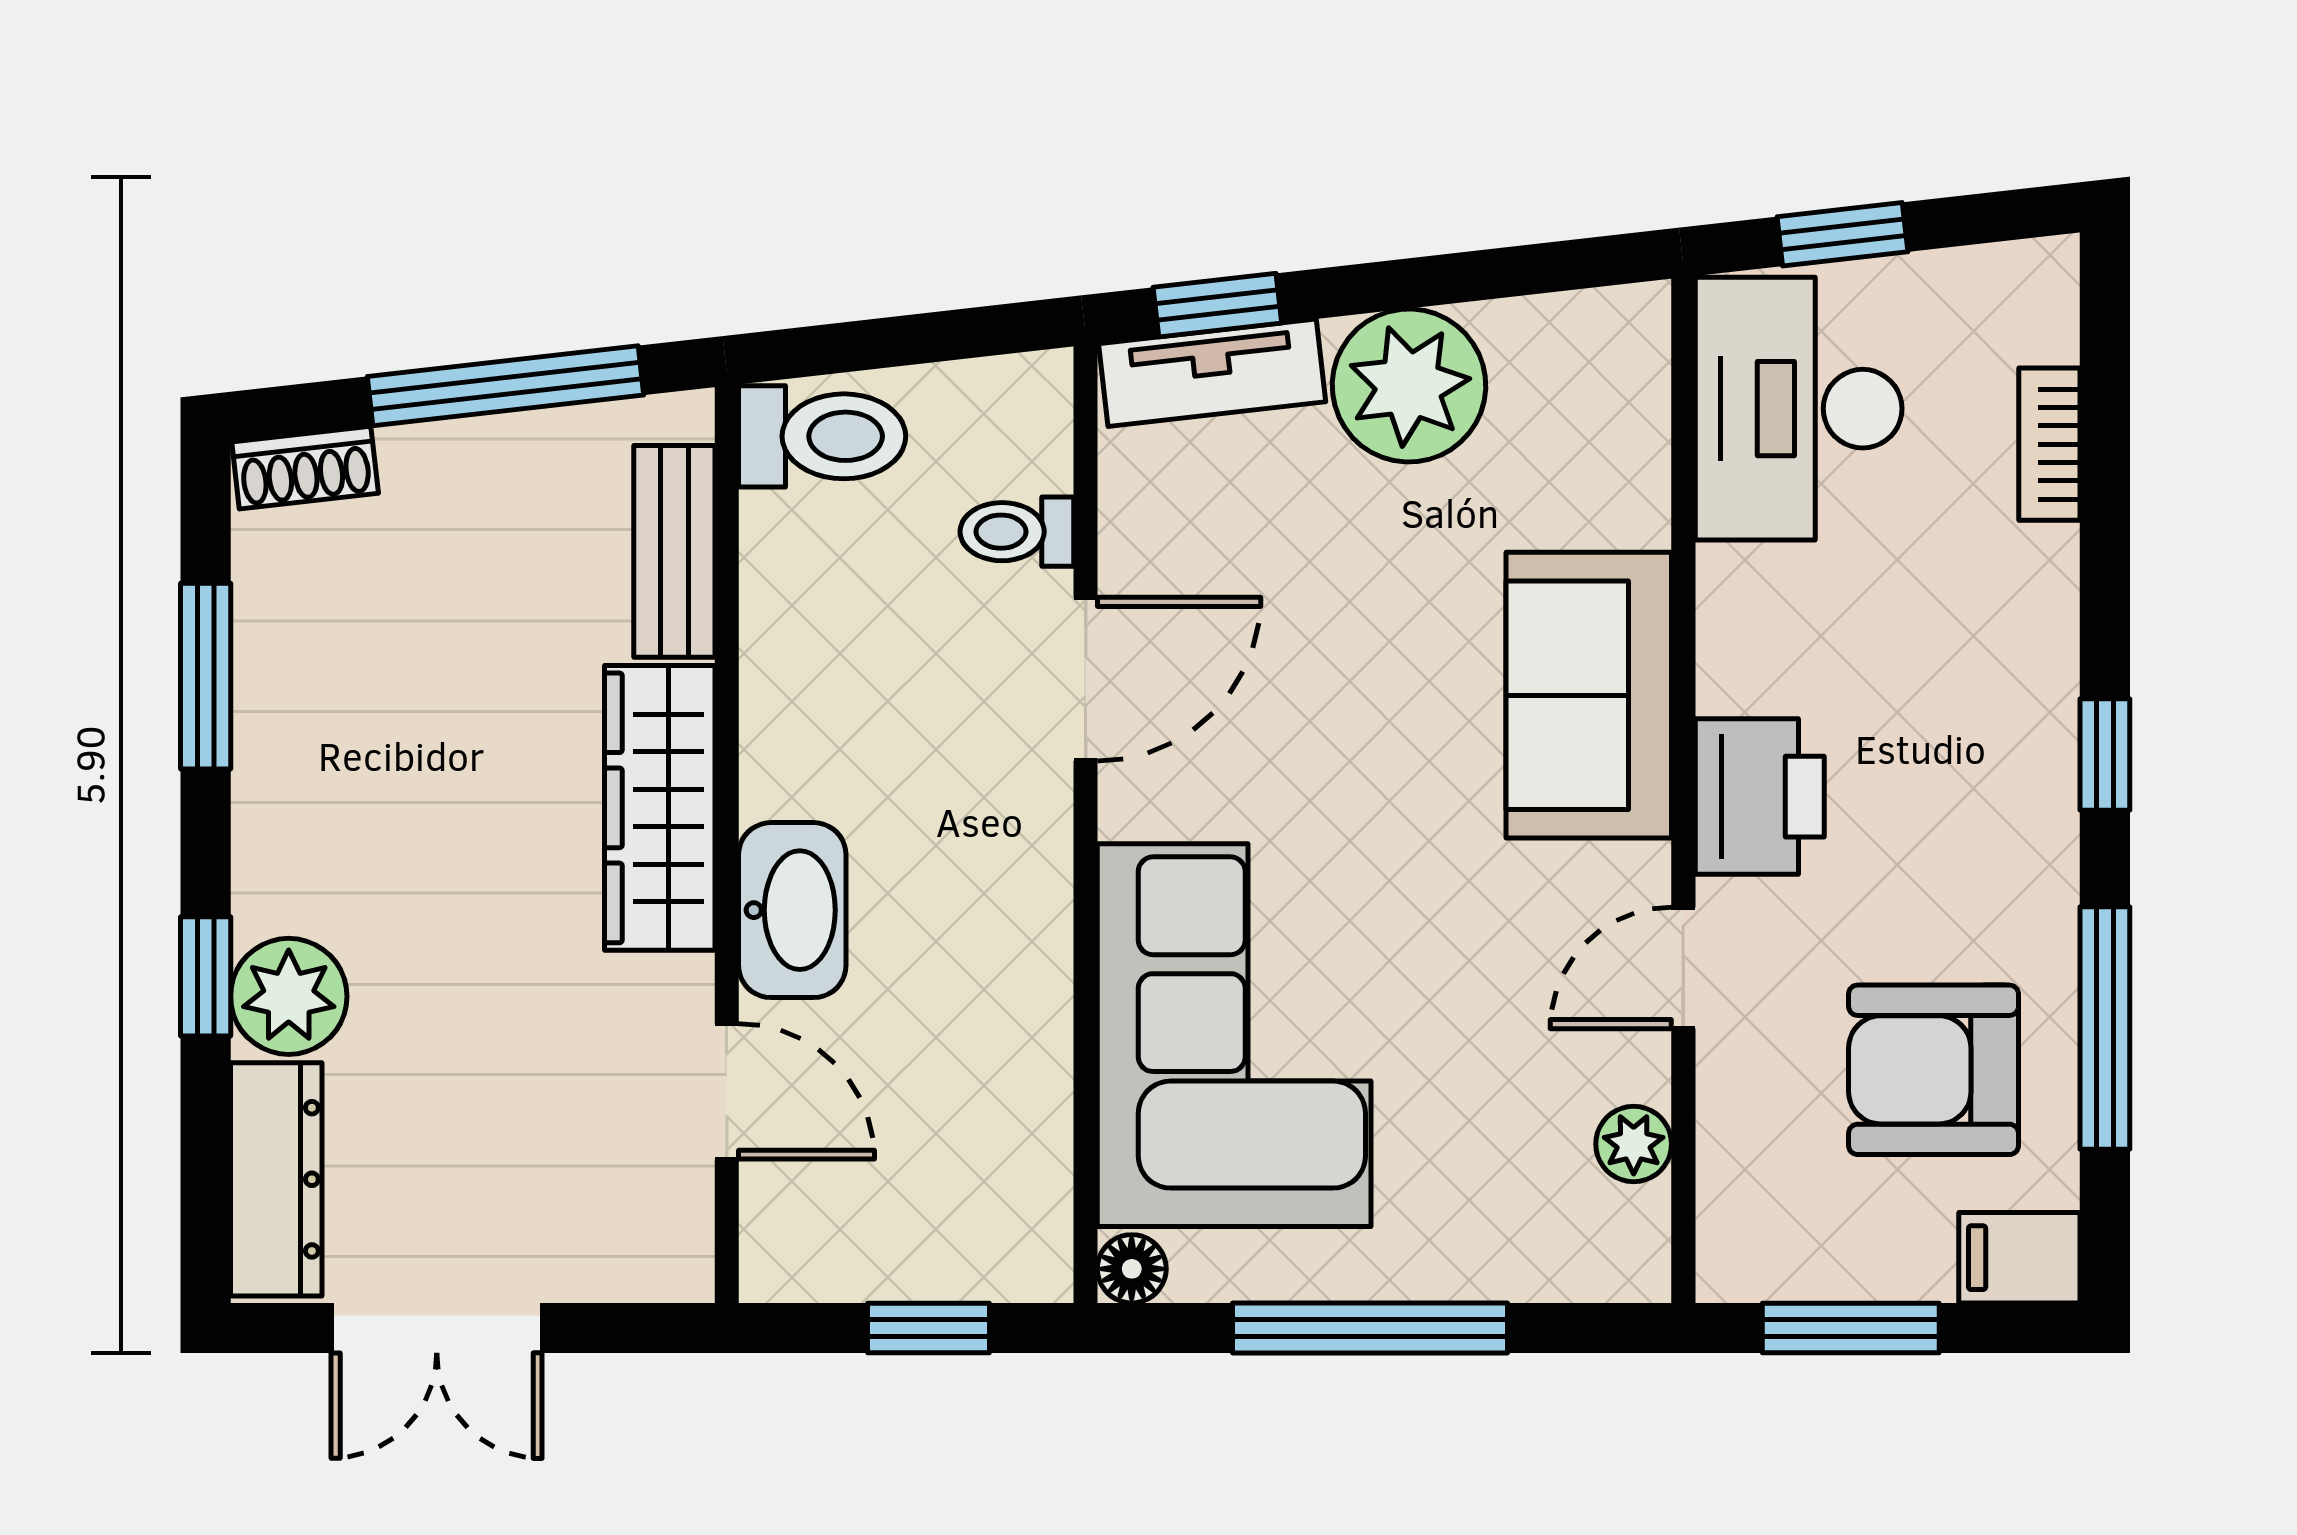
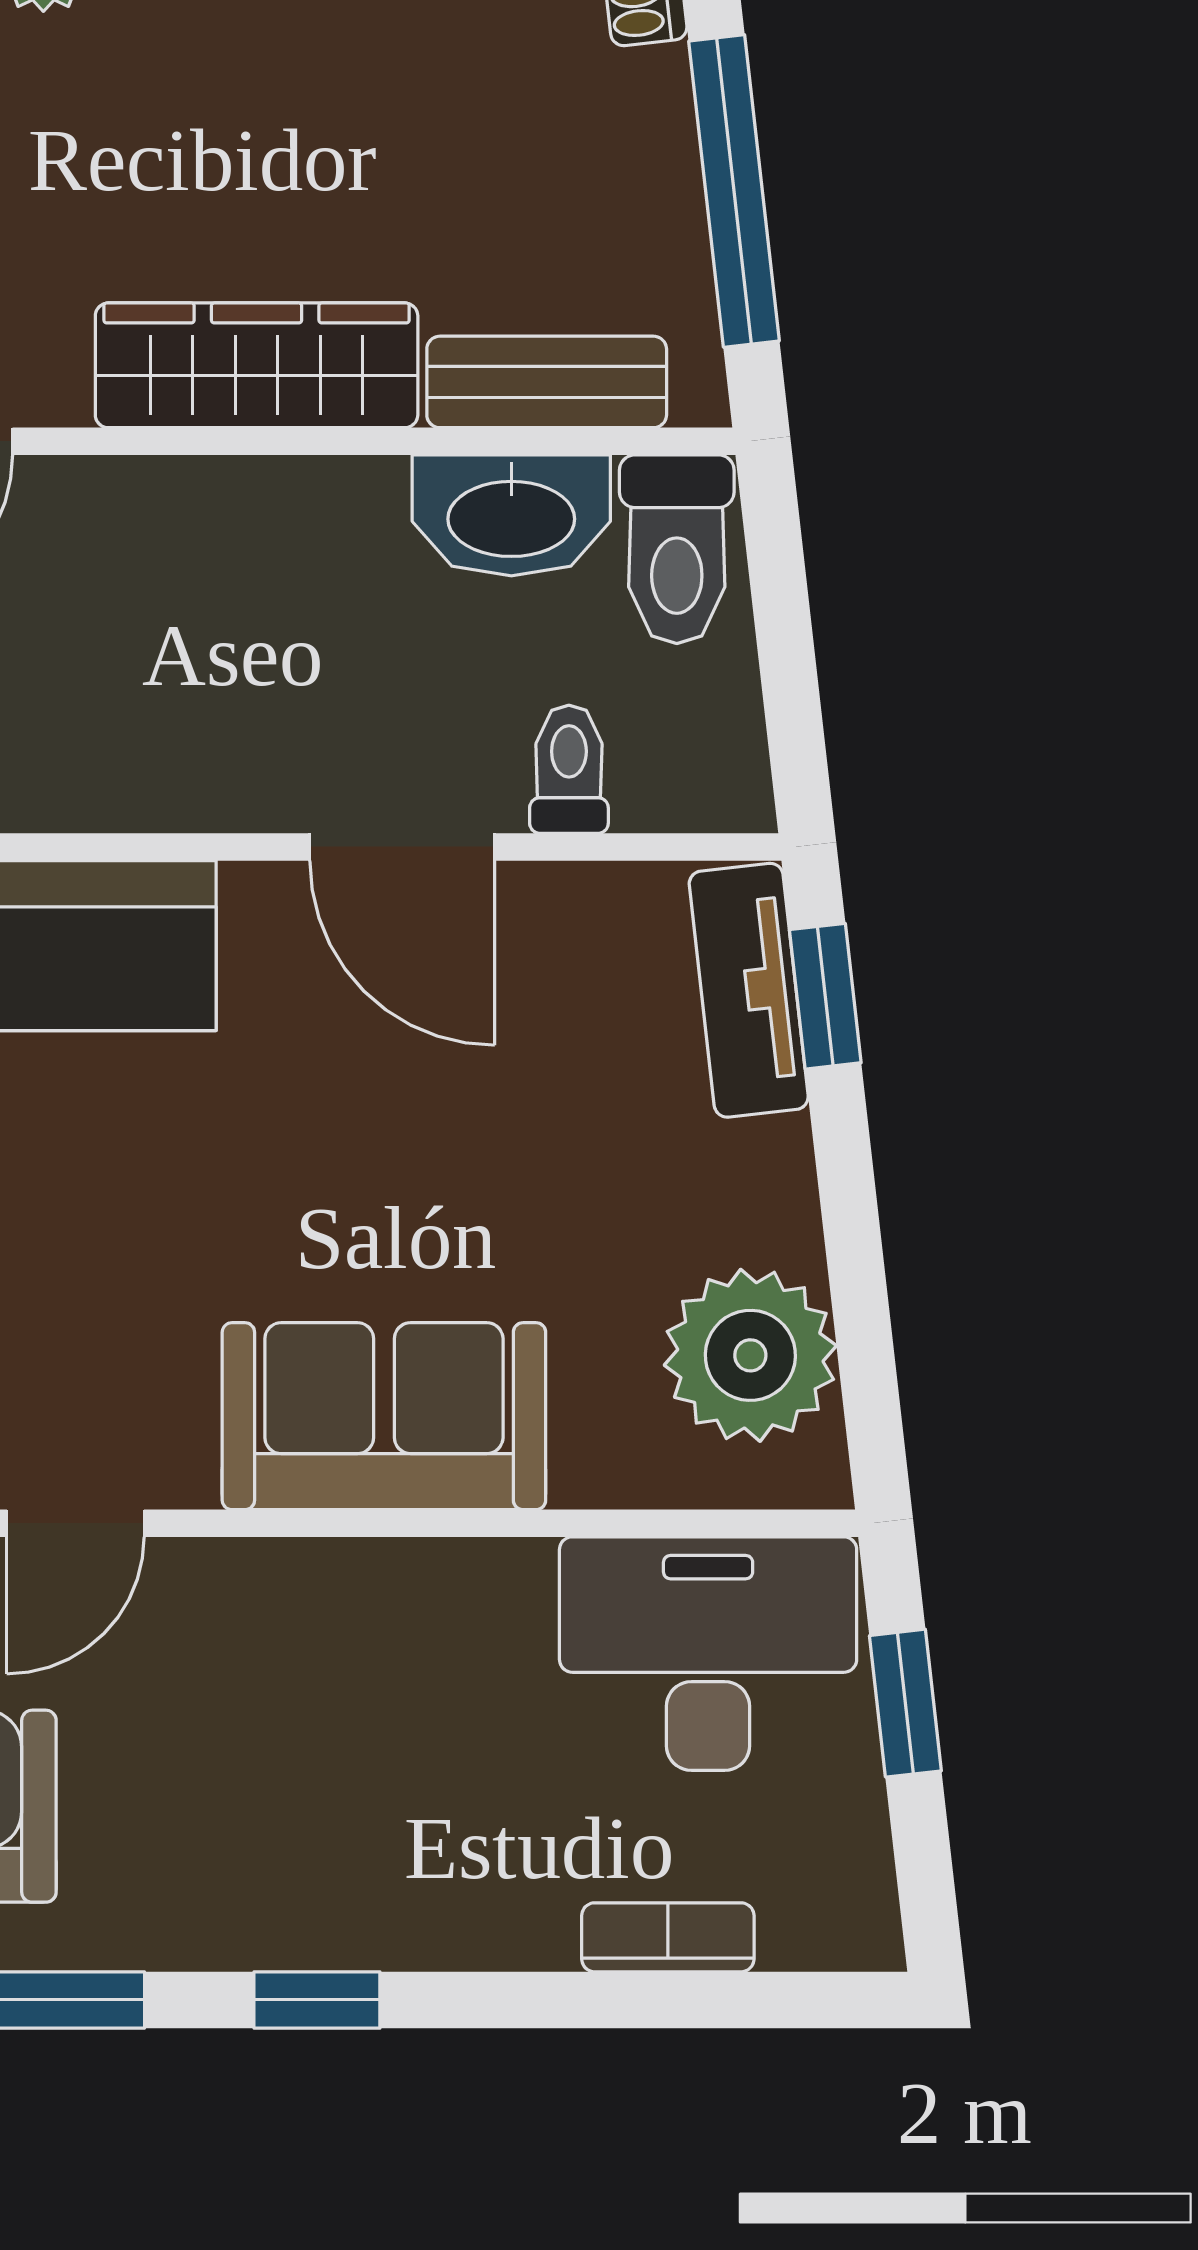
plant: (1409, 386) -> (750, 1355), moved
printer: (1760, 797) -> (269, 1610), removed
washbasin: (792, 910) -> (511, 515), moved
door: (1683, 968) -> (75, 1523), swing flipped

